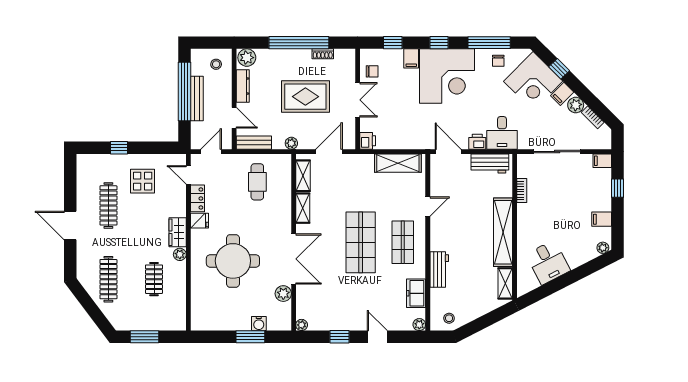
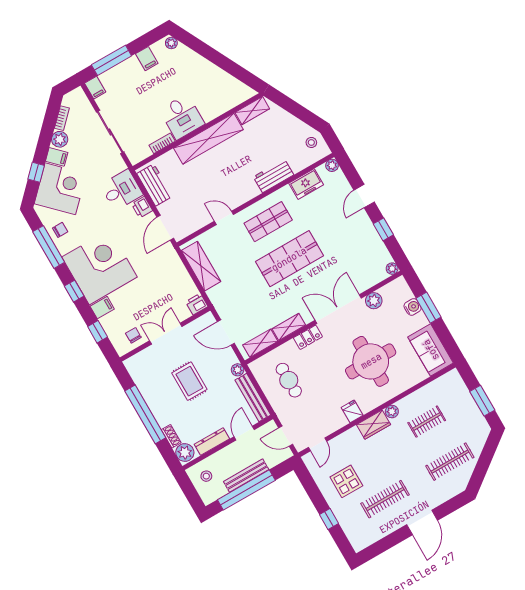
shoe rack: (323, 54) -> (171, 436), moved
rug: (305, 97) -> (189, 381), width x0.73, depth x0.70
bench: (254, 143) -> (253, 397), width x1.36
cafe table: (257, 182) -> (289, 380), turned 90
window: (618, 188) -> (111, 60), width x2.17
locker: (197, 198) -> (308, 337), moved, turned 180
desk: (548, 262) -> (182, 117), moved, turned 117
sofa: (213, 318) -> (431, 350), added

